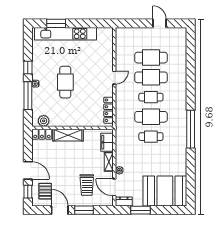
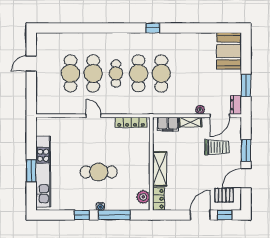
window: (56, 23) -> (31, 171), moved
window: (191, 129) -> (153, 28), width x0.32
cafe table: (151, 137) -> (161, 73), width x1.37, depth x1.35
booth: (165, 191) -> (229, 51), width x0.73, depth x0.70

